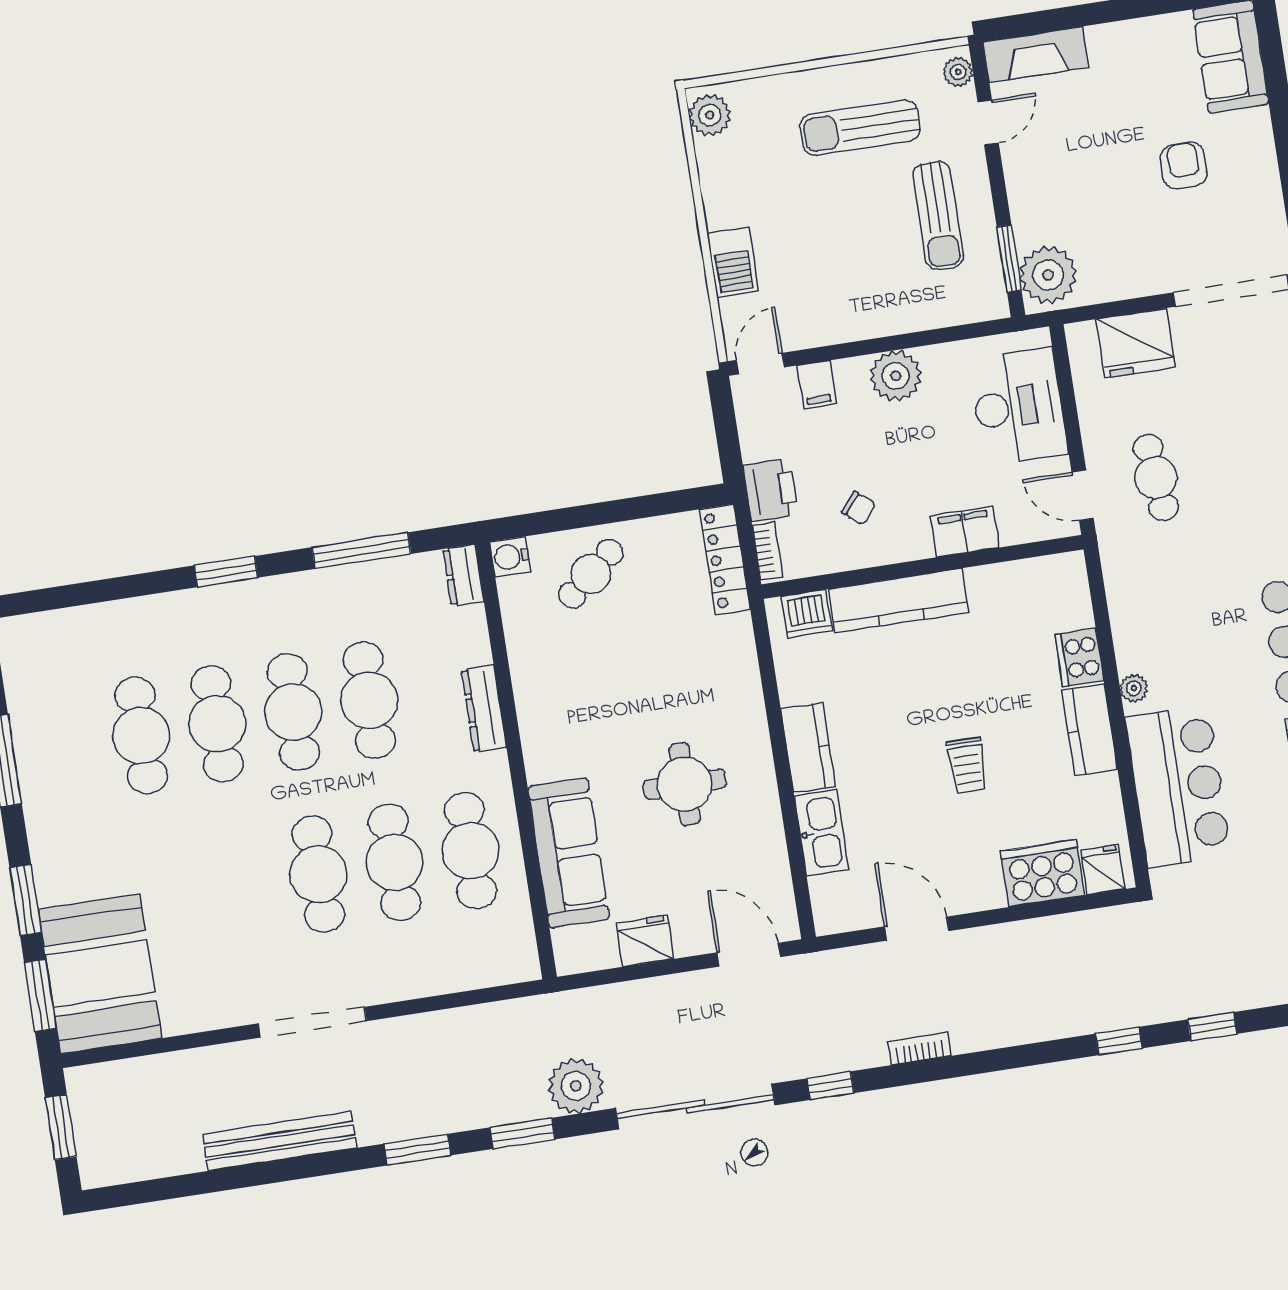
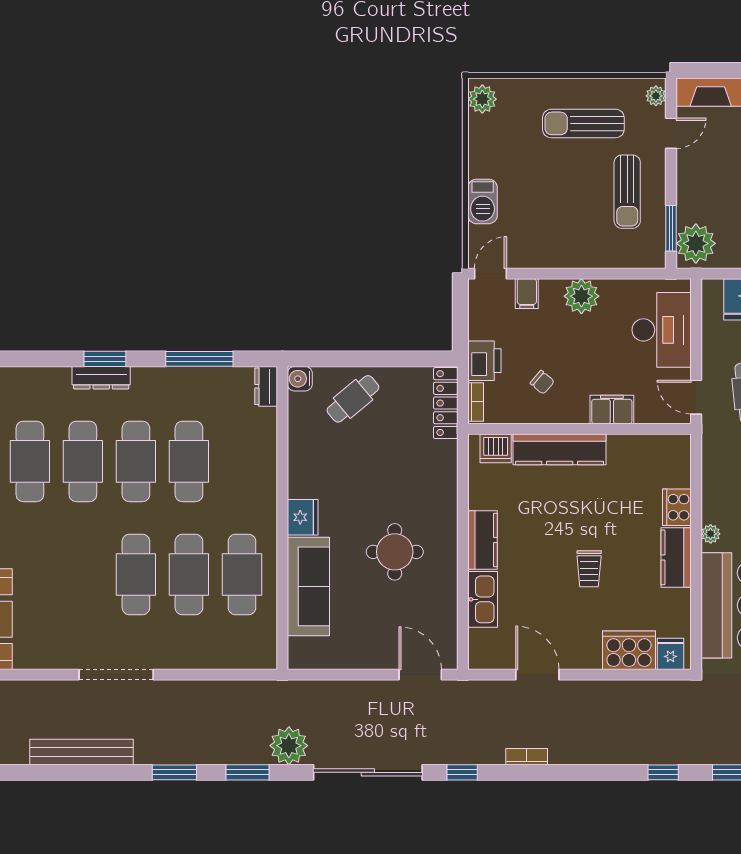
dresser: (484, 709) -> (101, 378), moved, turned -90
fridge: (645, 941) -> (303, 517), moved, turned 90

